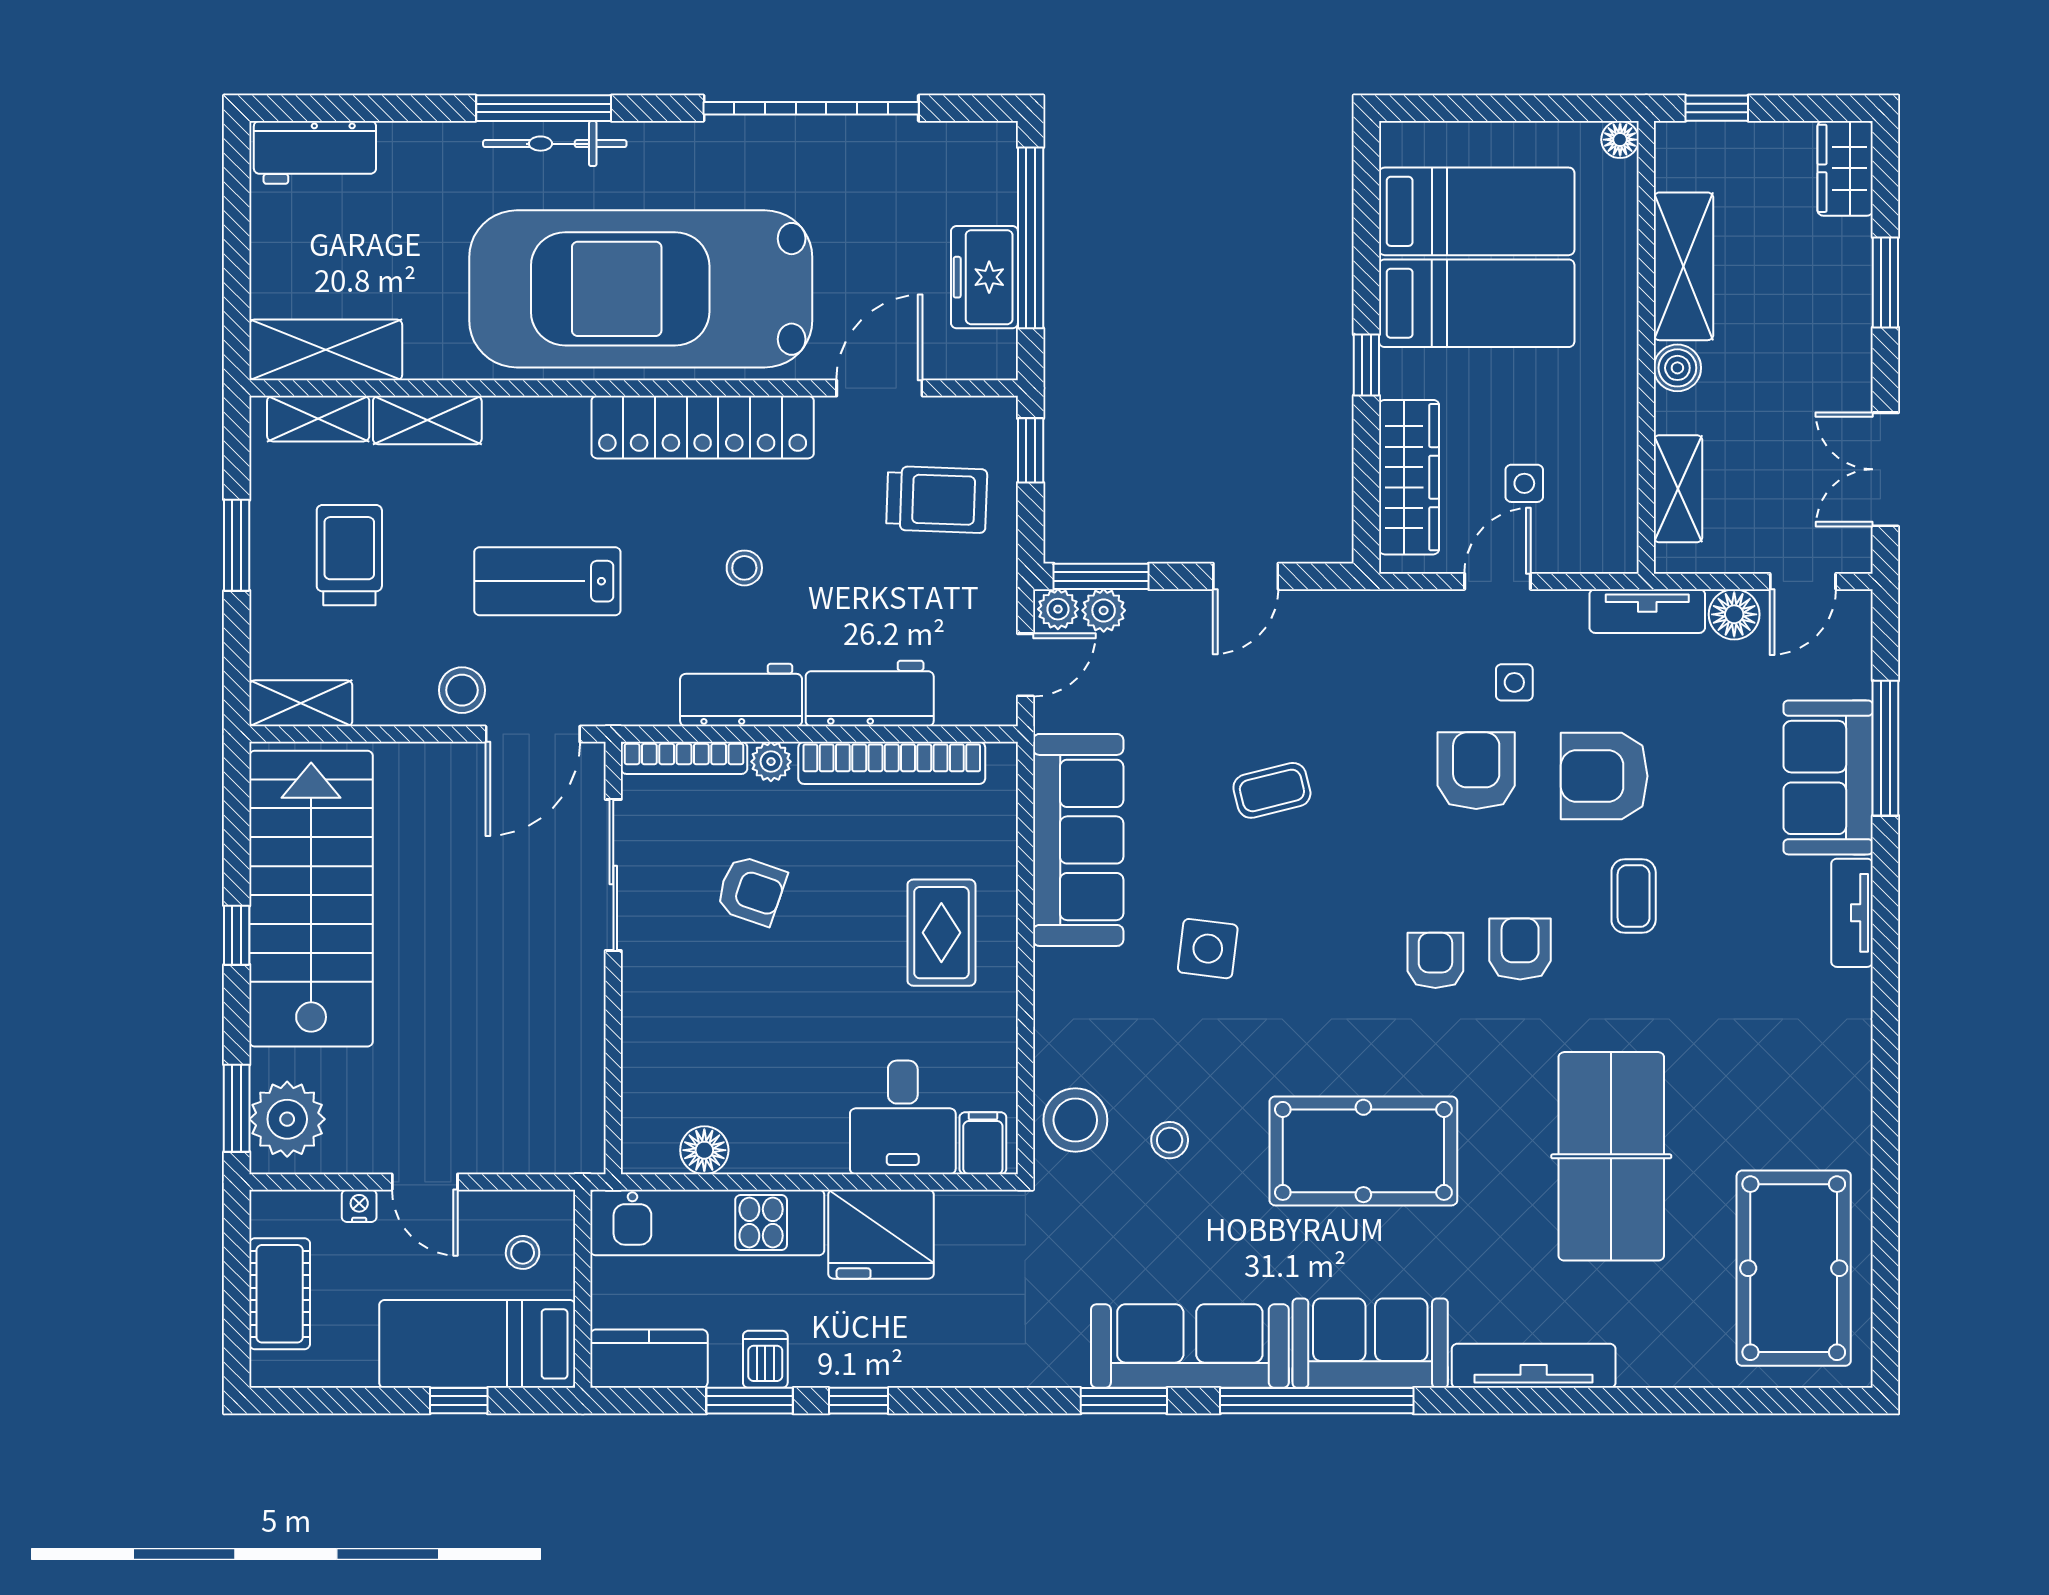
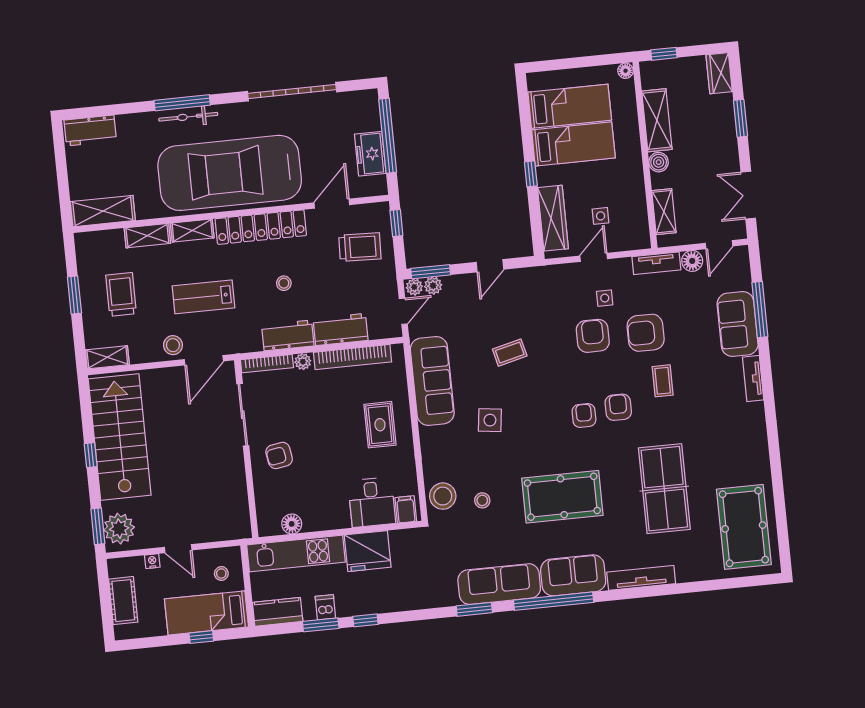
shelving: (318, 419) -> (192, 231), moved
armchair: (751, 890) -> (279, 455), moved, turned 152

